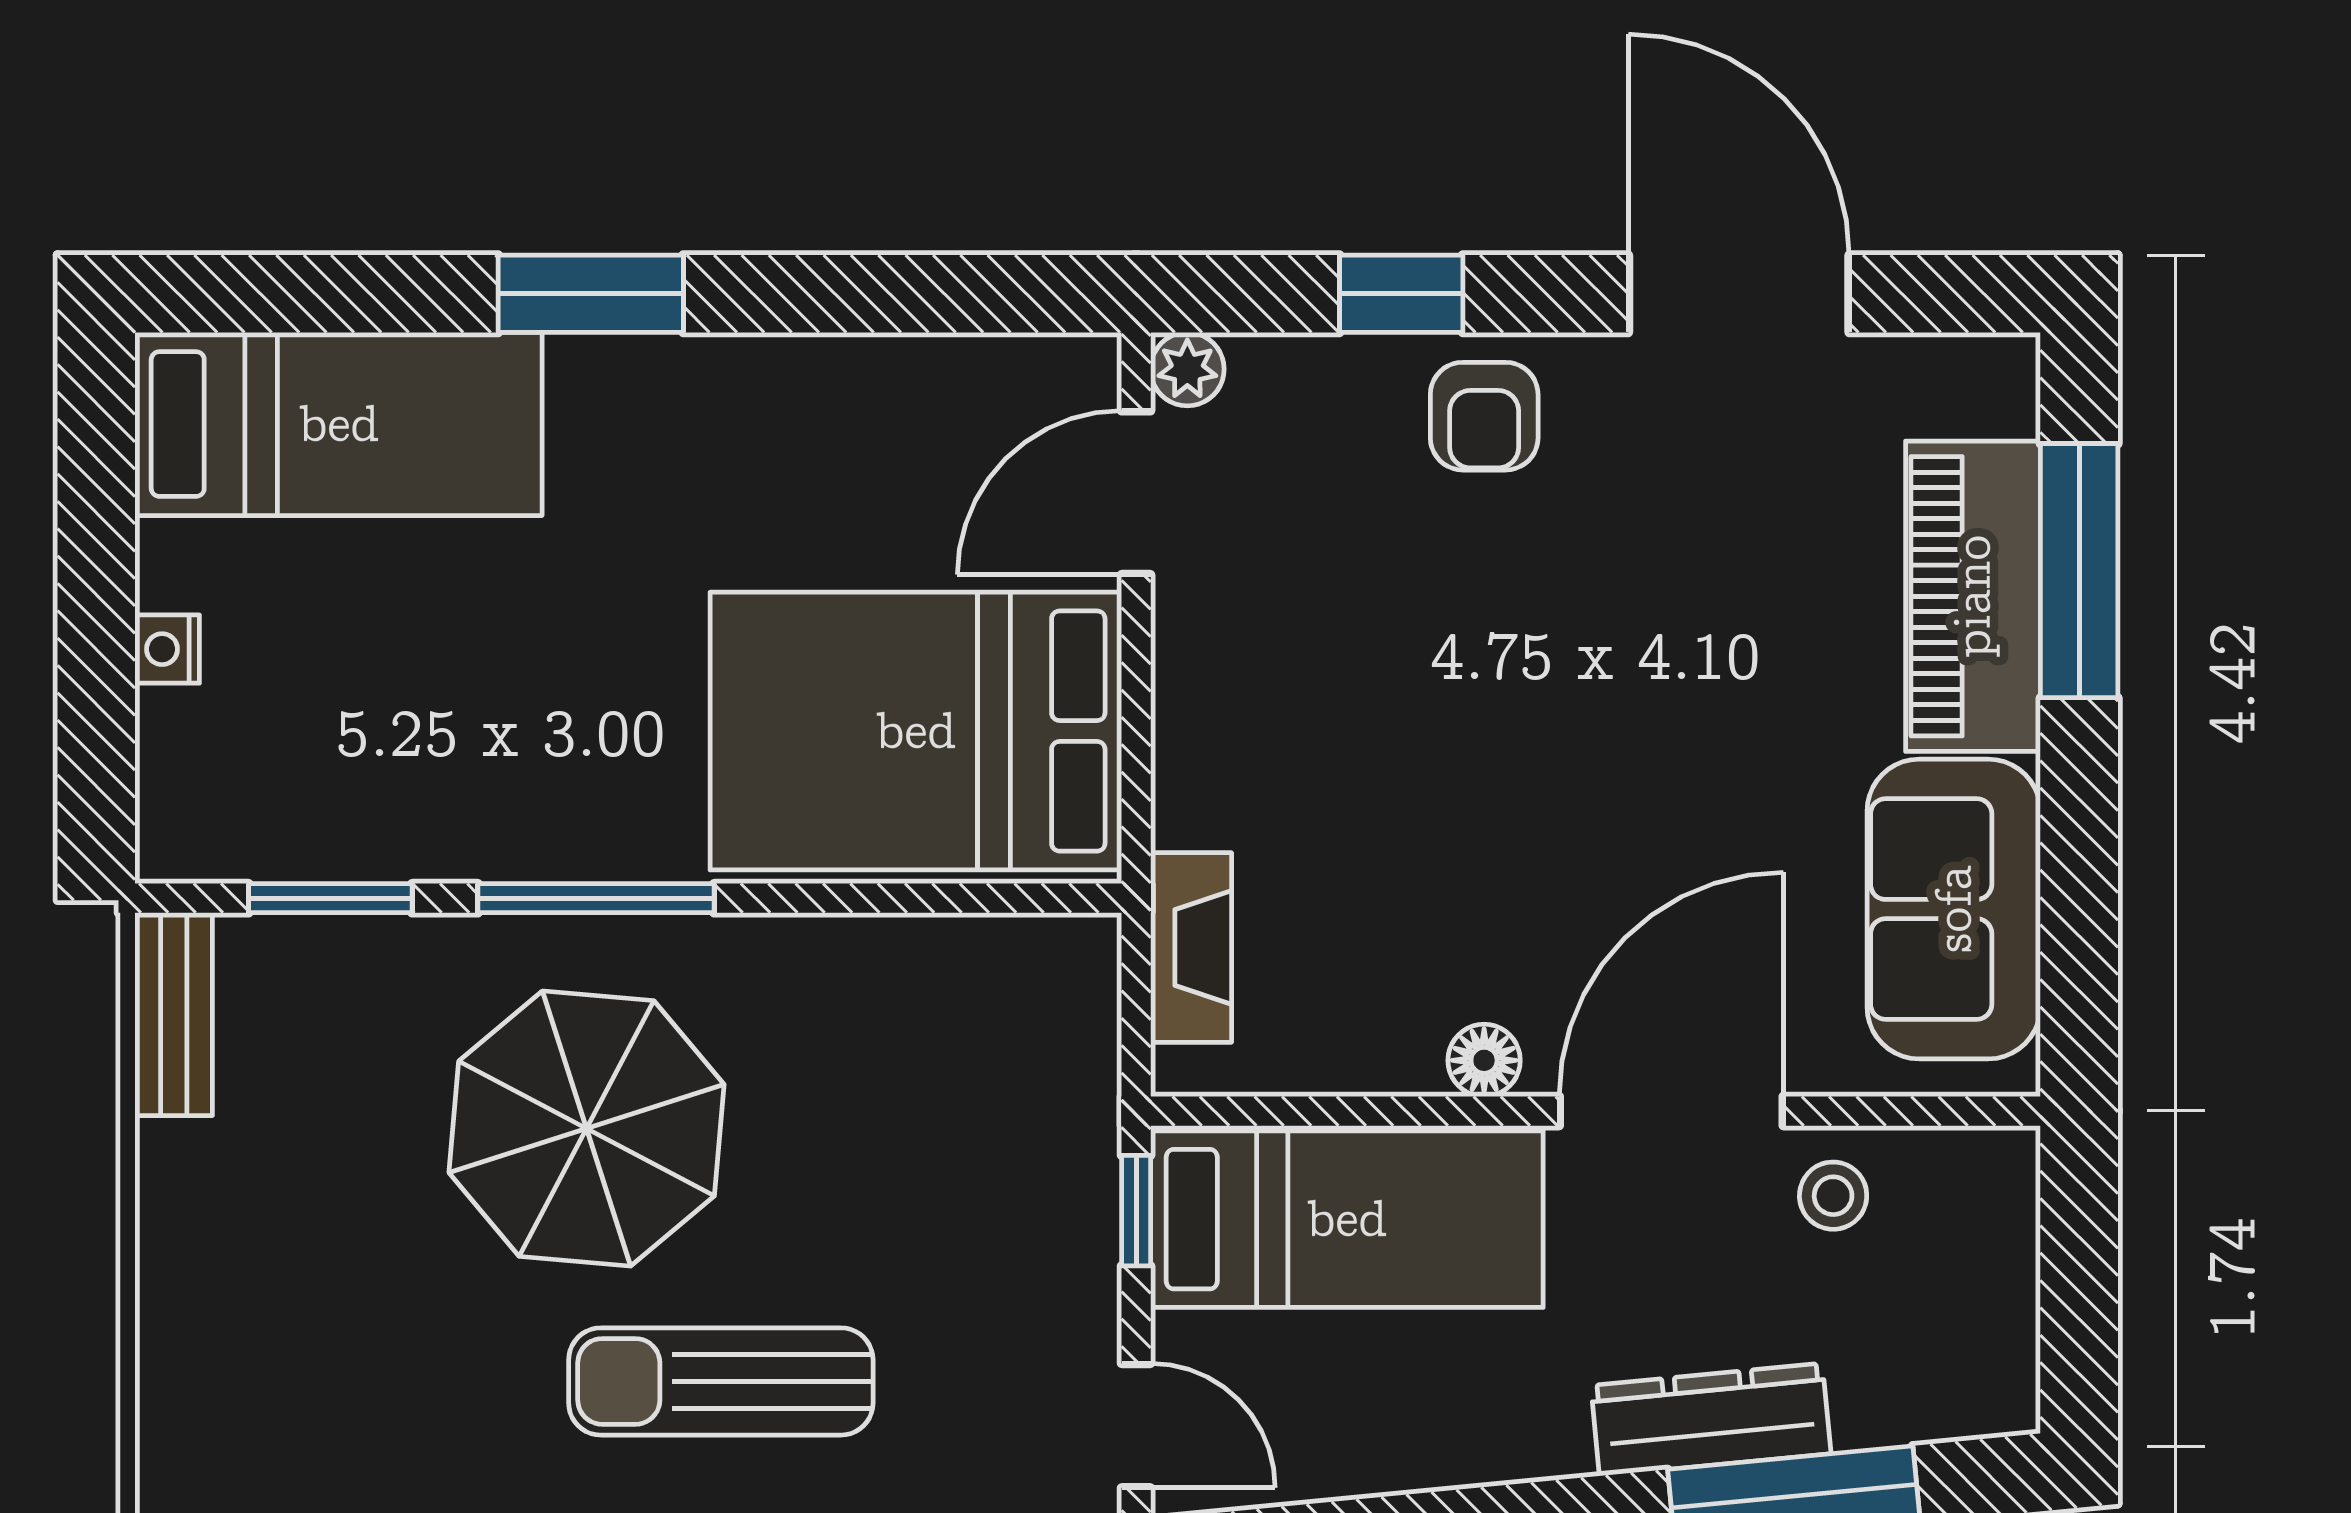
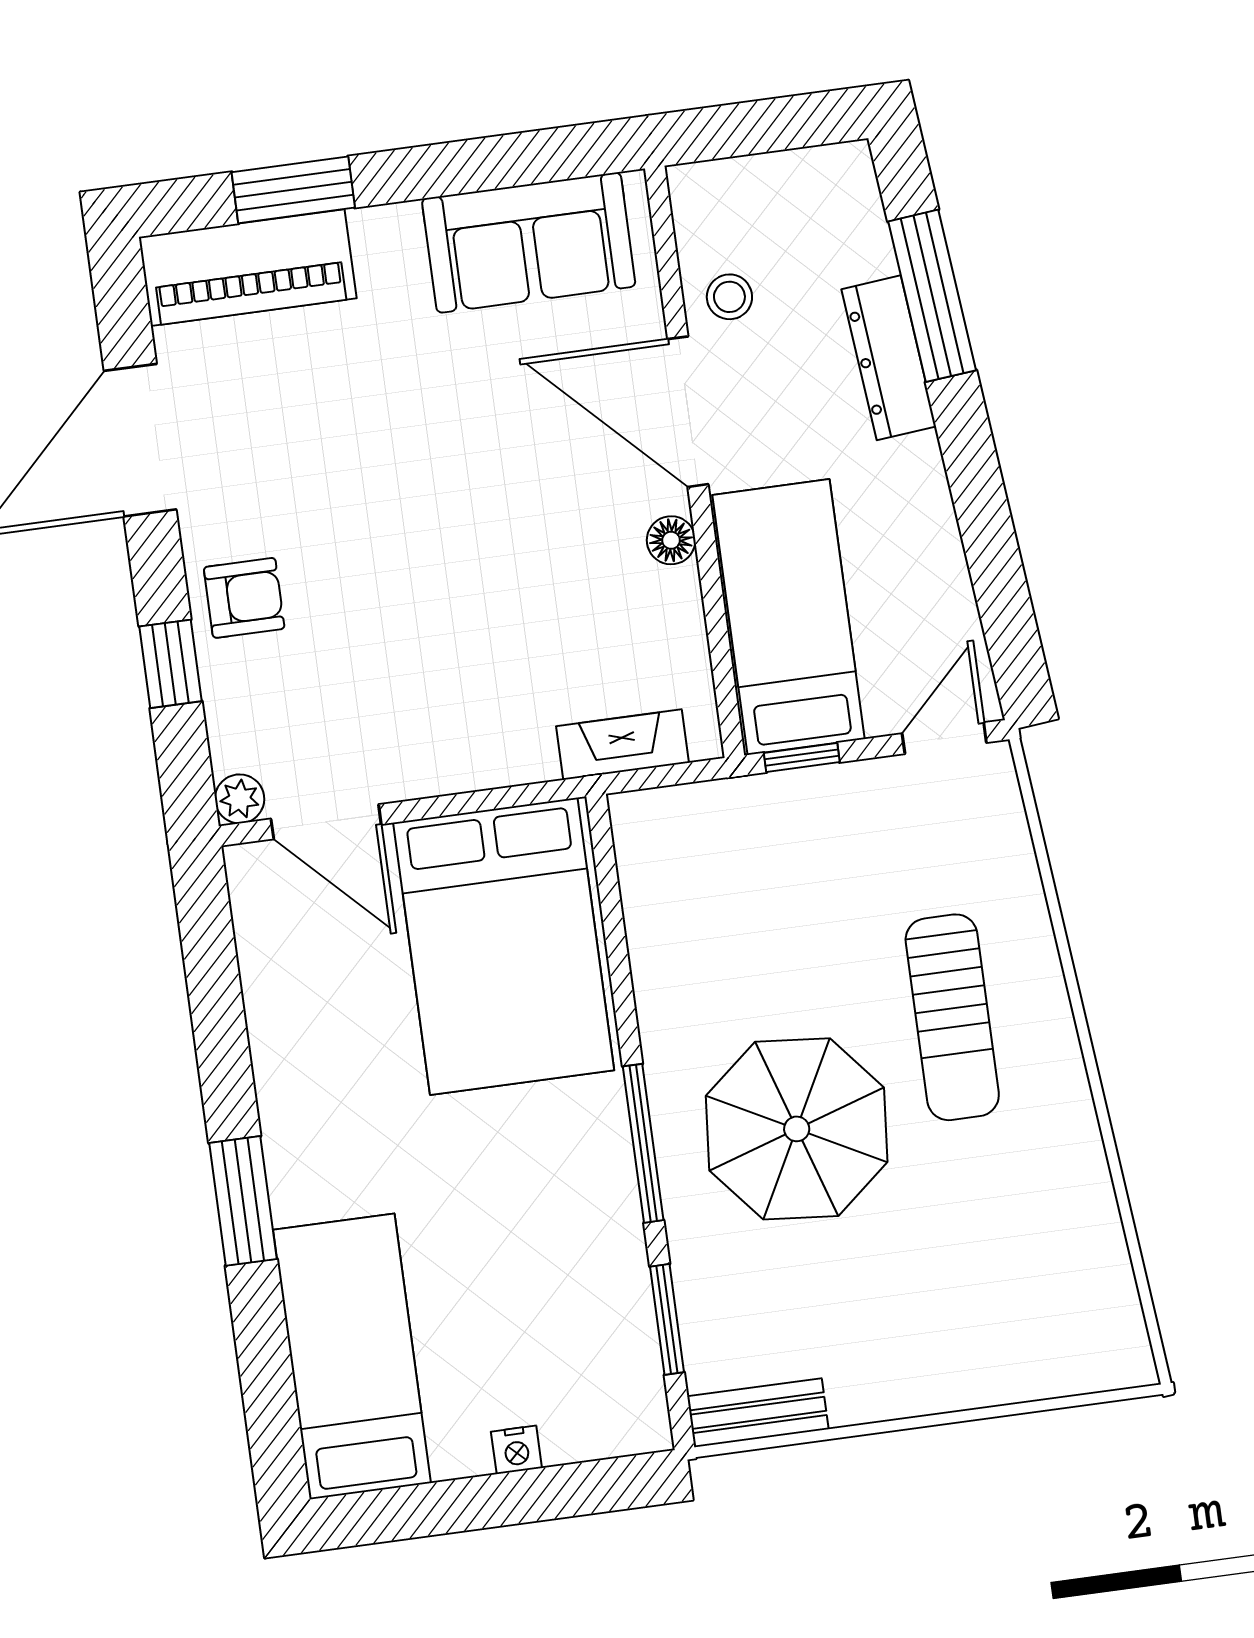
window: (2079, 571) -> (293, 190), width x0.69
piano: (1973, 596) -> (248, 268), moved

